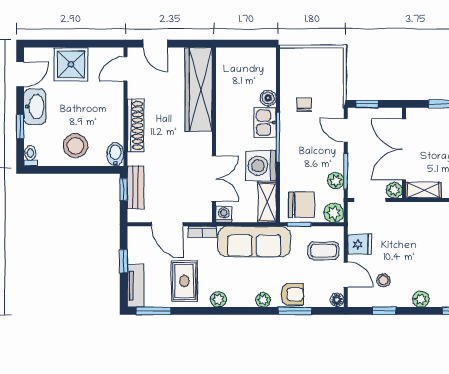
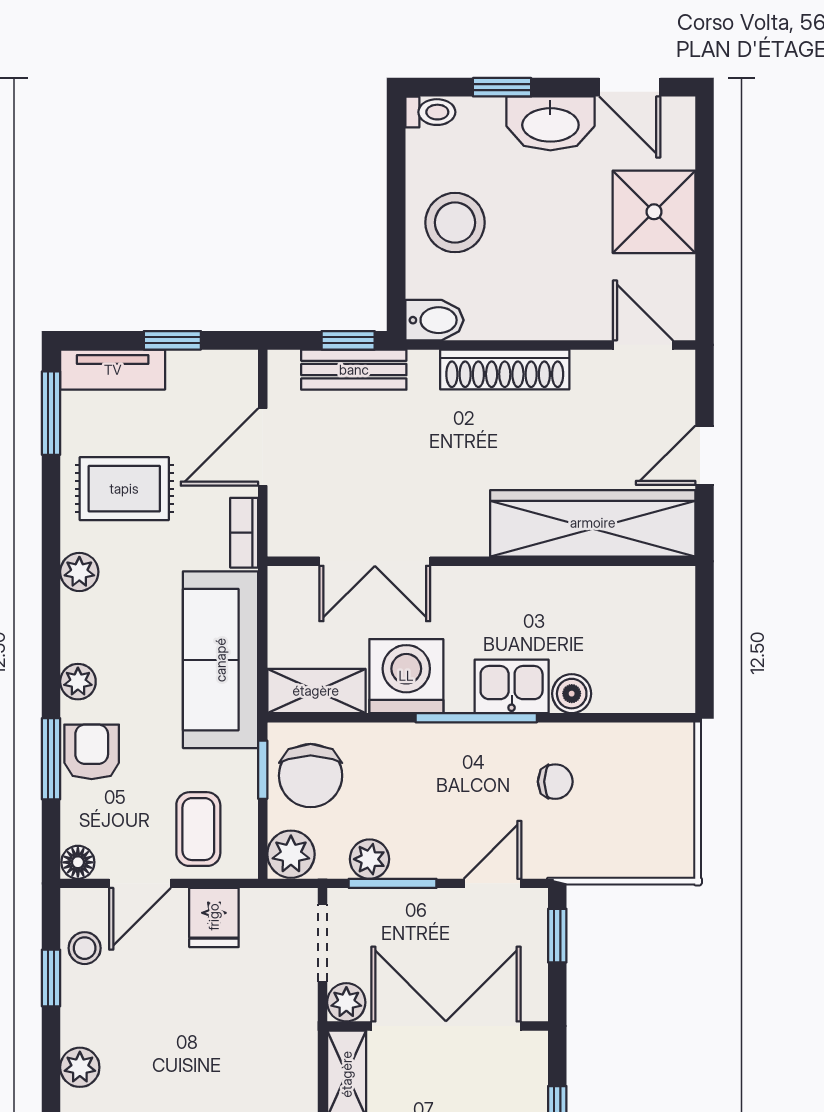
door: (155, 44) -> (704, 455), moved
washing machine: (224, 214) -> (287, 586), removed
stool: (383, 280) -> (85, 948), moved
armchair: (292, 294) -> (92, 752), turned 180

